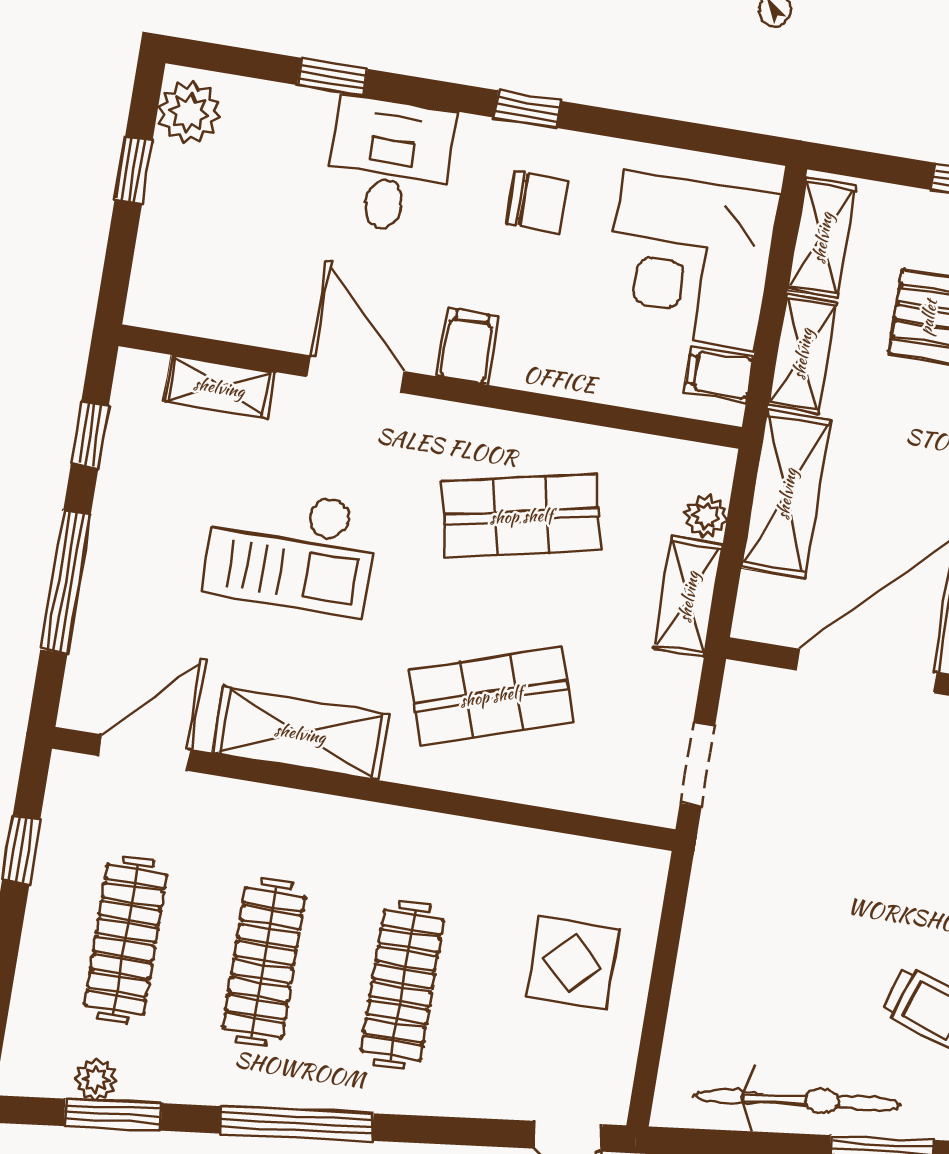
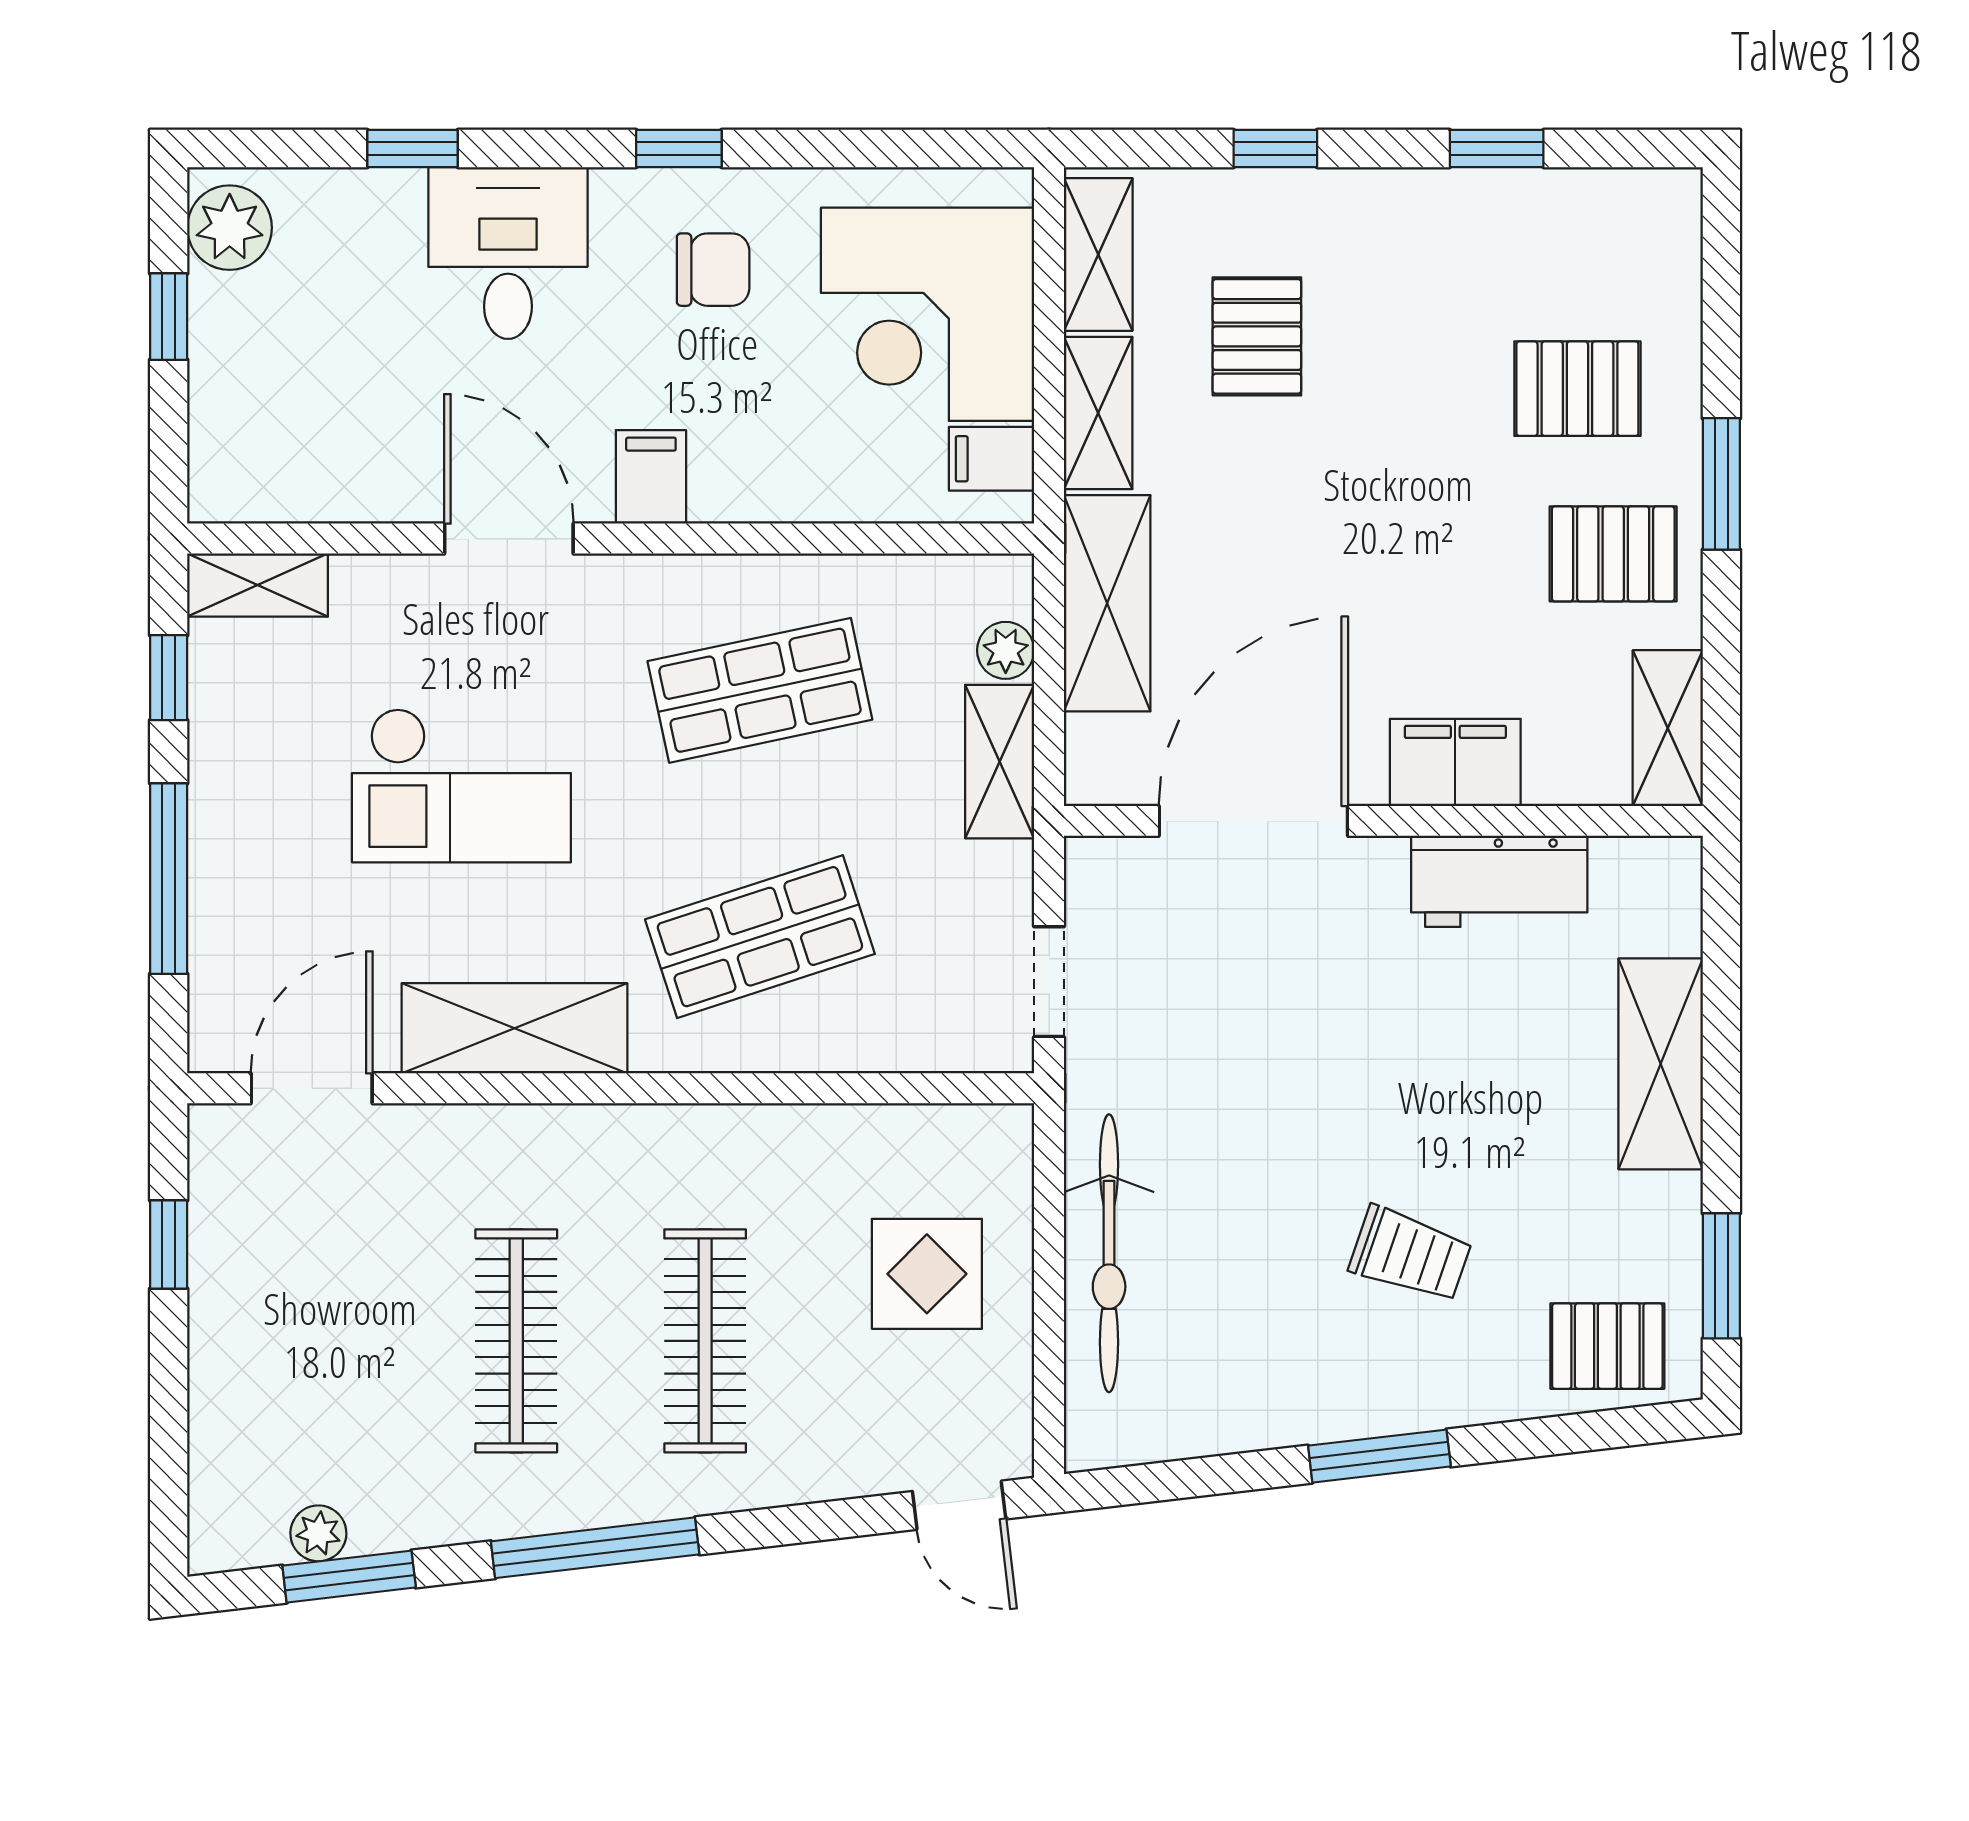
shelving: (219, 387) -> (258, 585), moved
clothes rail: (126, 940) -> (327, 1341), removed
bicycle: (797, 1100) -> (1109, 1253), moved, turned 97

